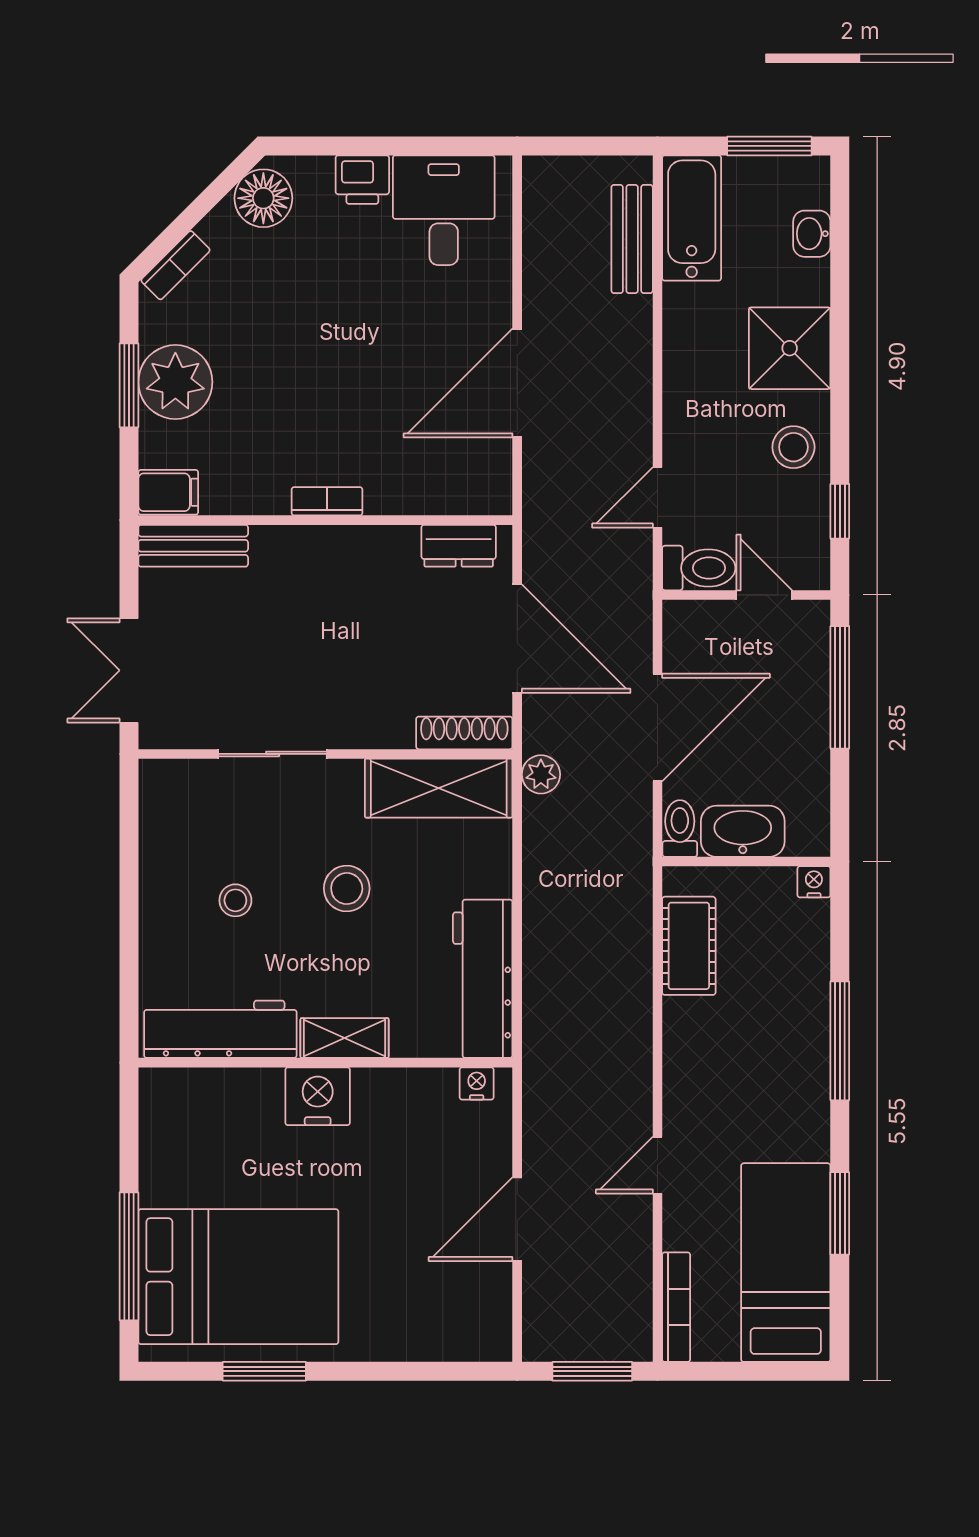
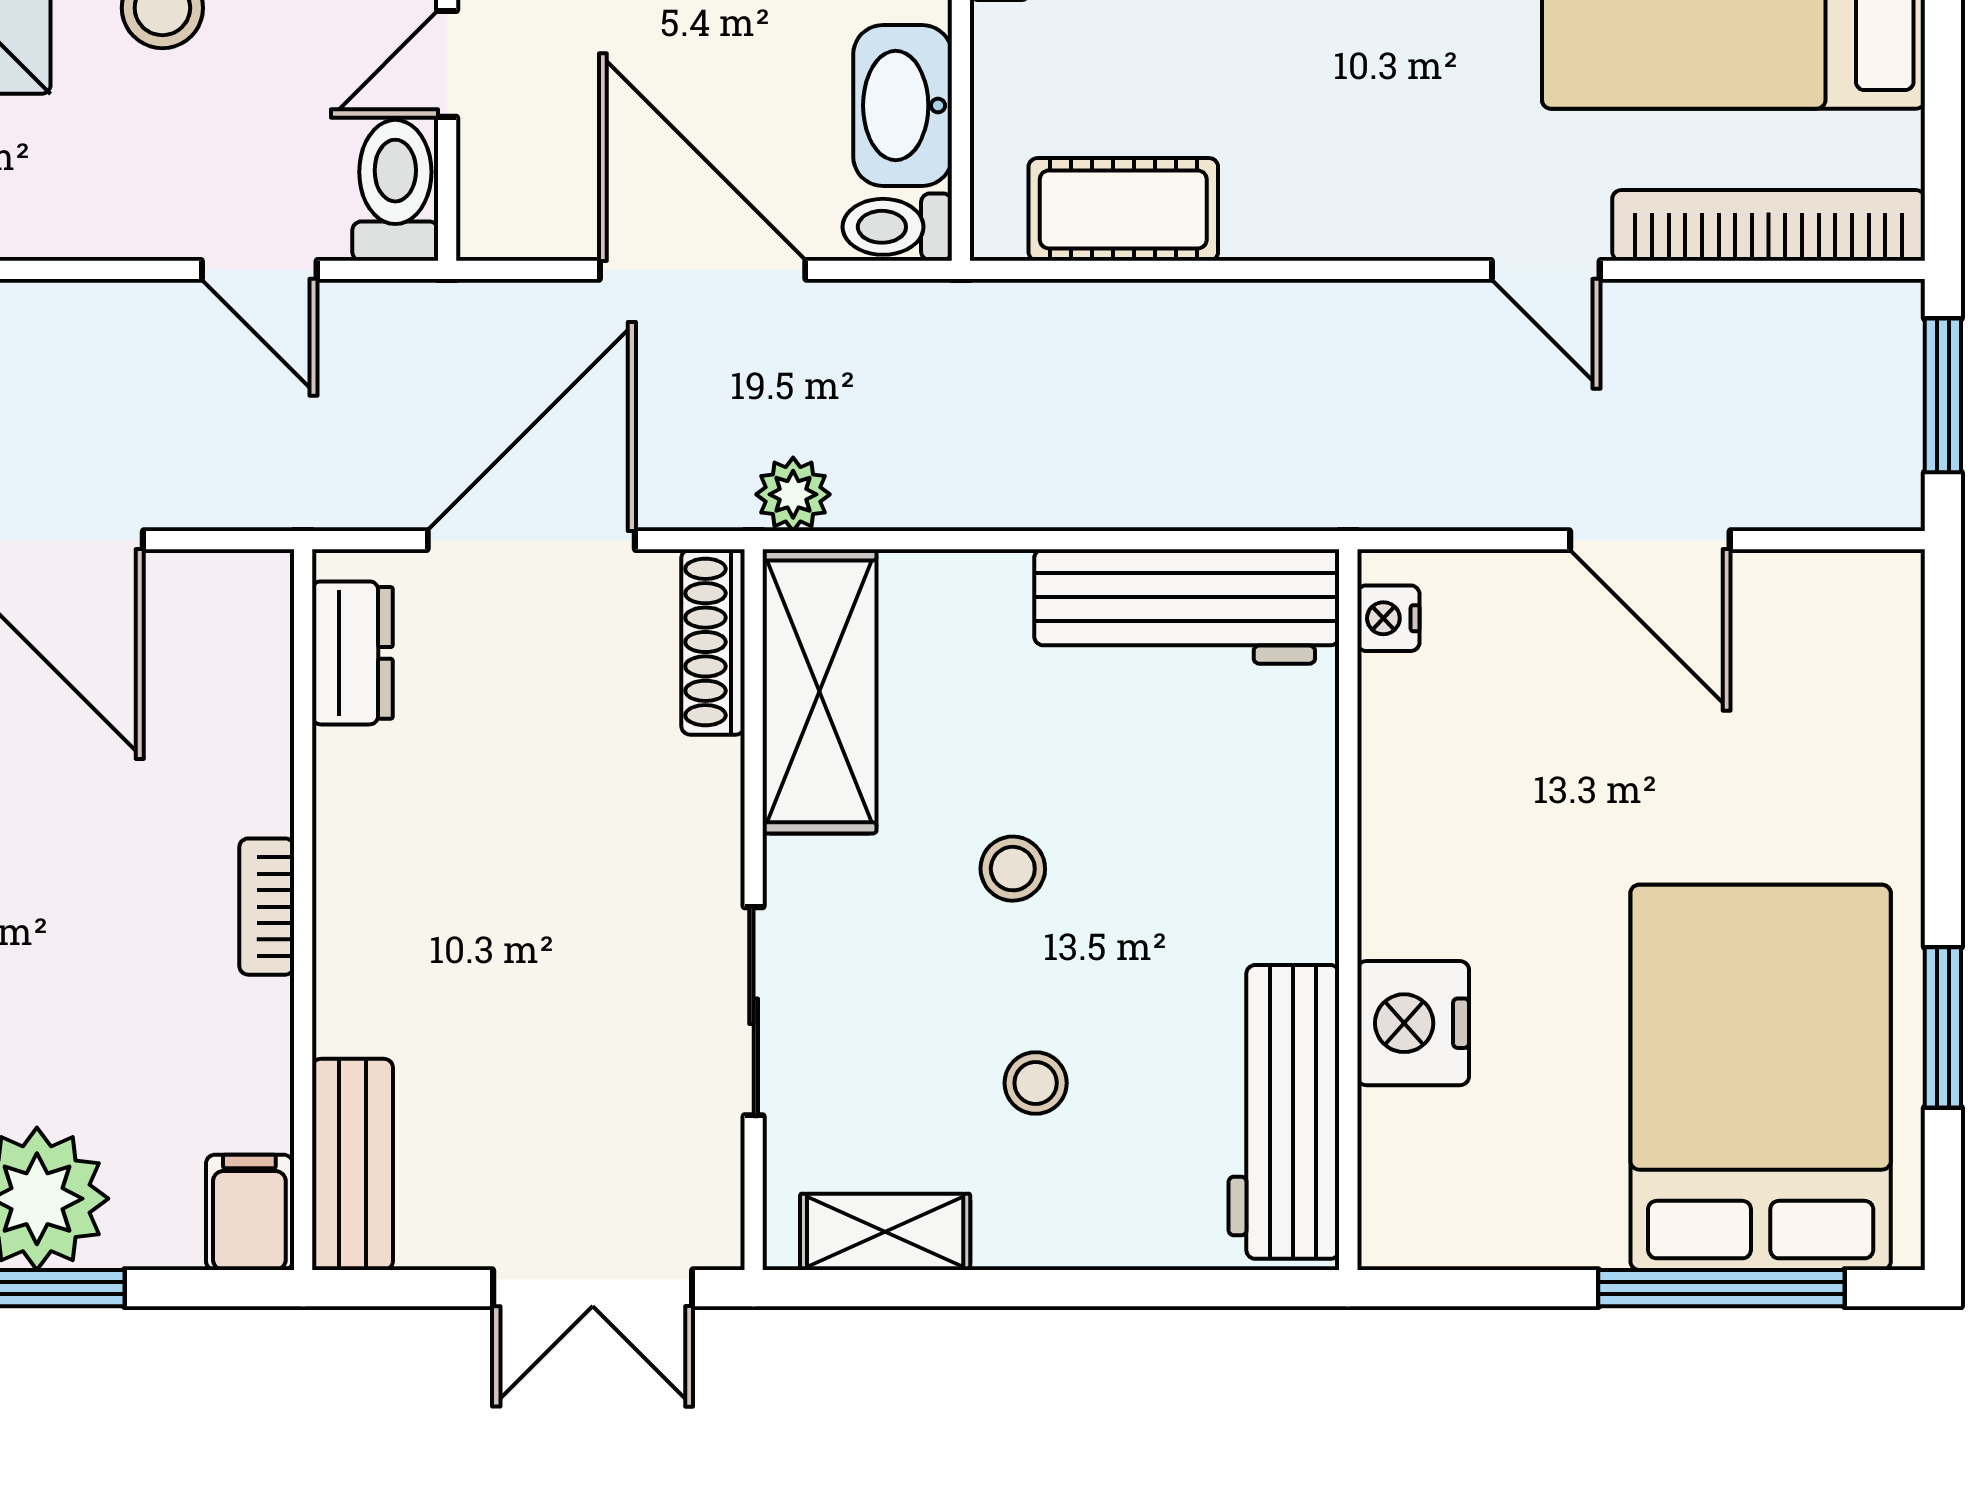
stool: (347, 889) -> (1013, 869), width x0.73, depth x0.73
shelving: (345, 1038) -> (885, 1232), moved, turned 90
nightstand: (318, 1096) -> (1413, 1023), moved
bookcase: (676, 1307) -> (1769, 225), width x1.48, depth x1.31

